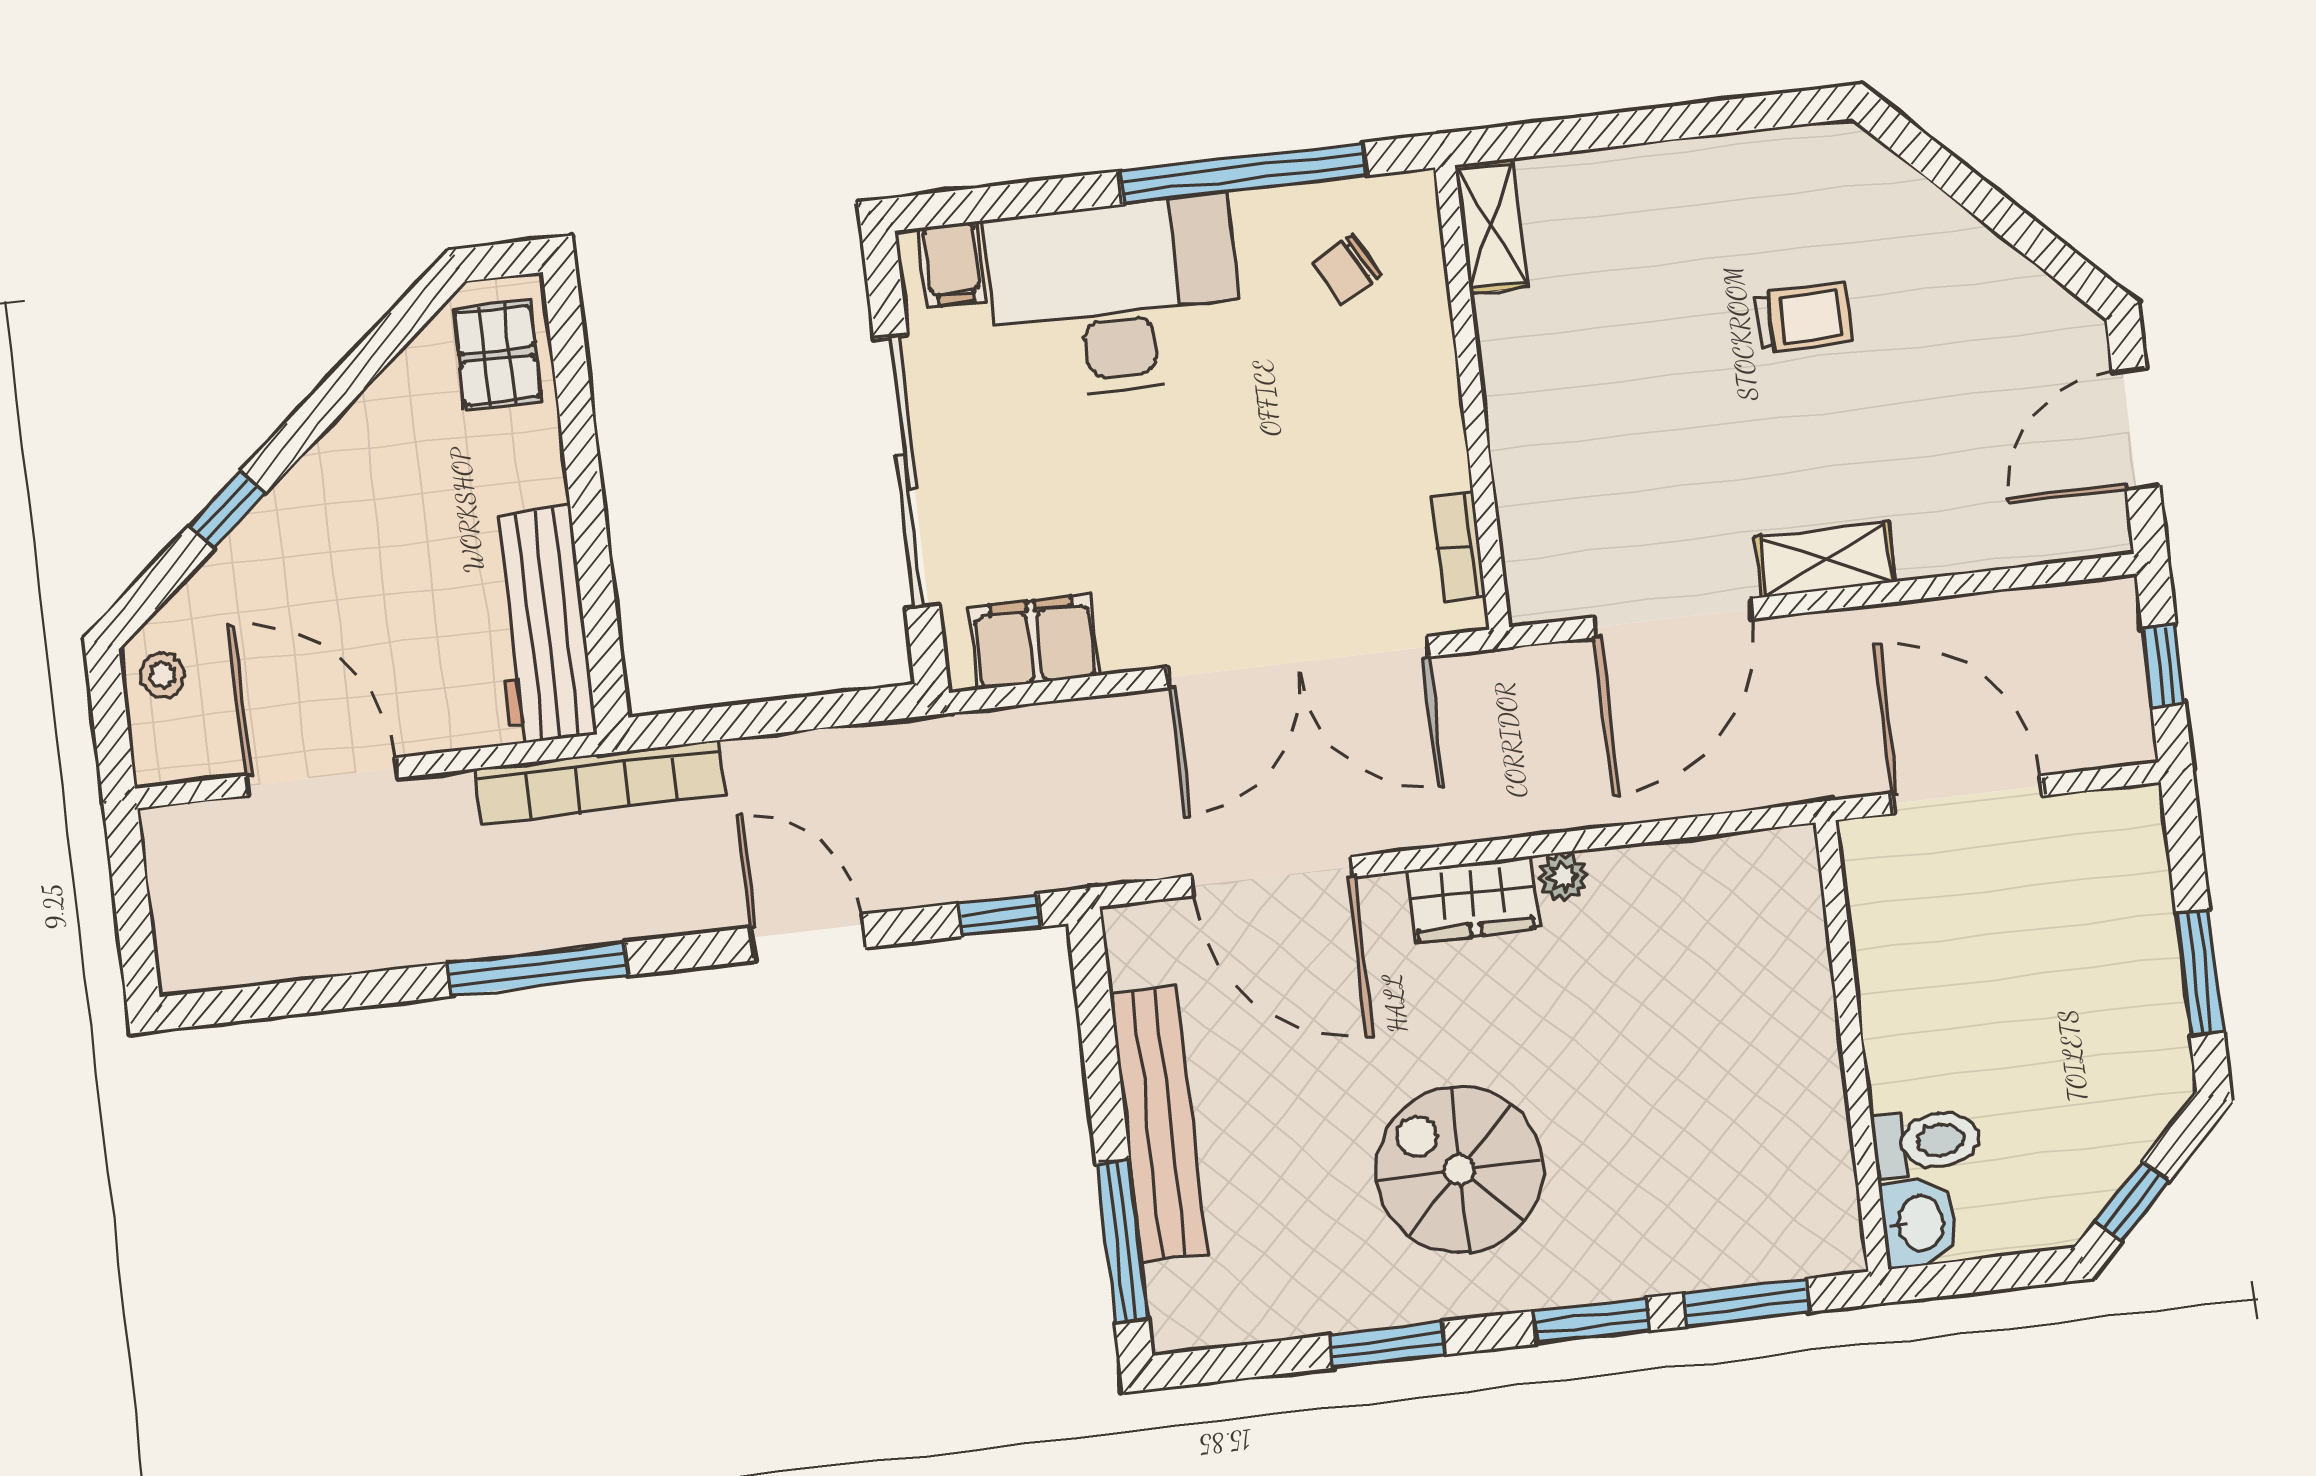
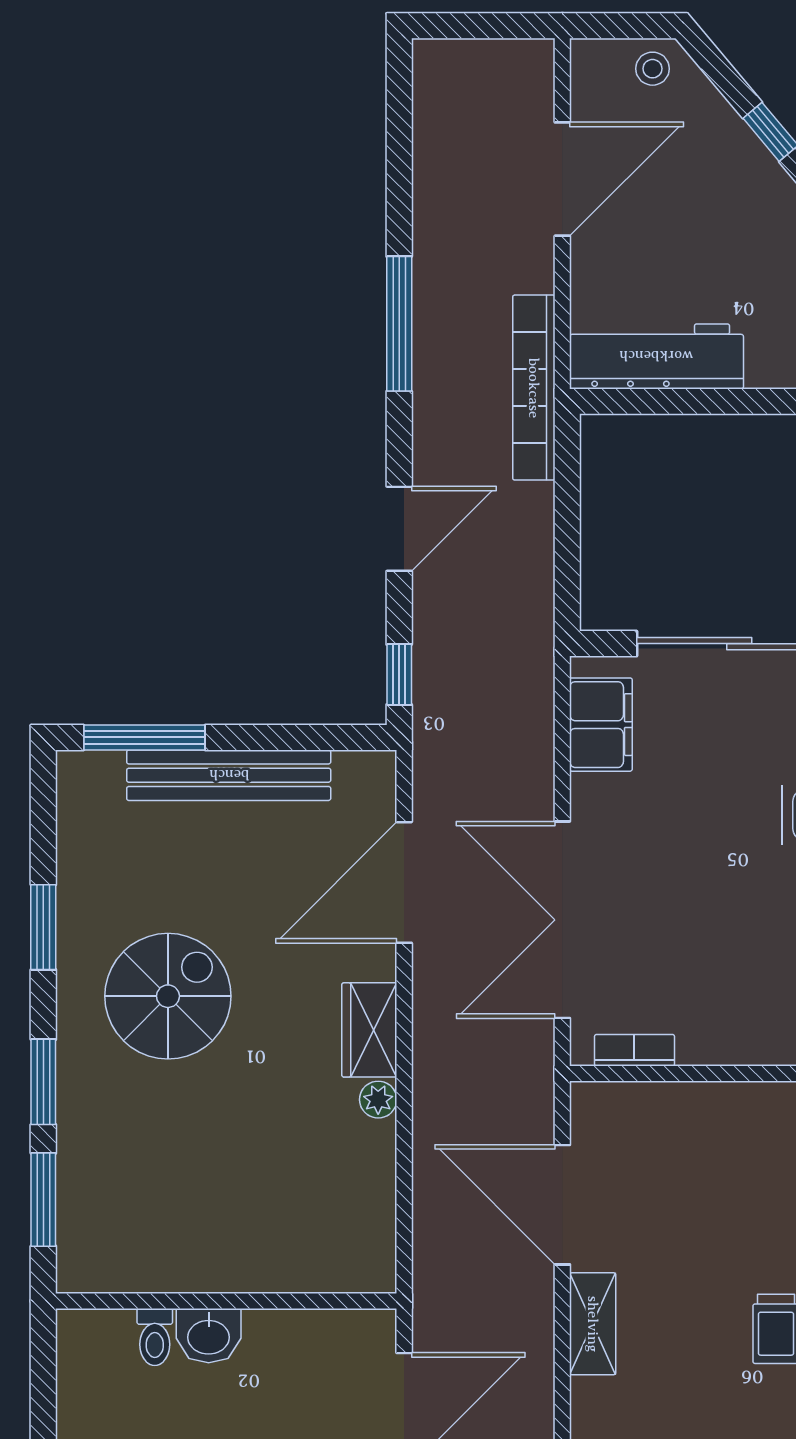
toilet: (1926, 1141) -> (155, 1337), width x0.73, depth x0.72
washbasin: (1919, 1223) -> (209, 1336), moved

